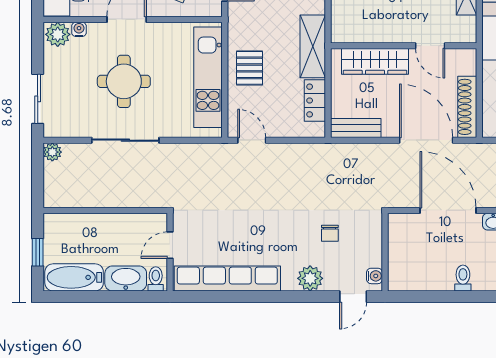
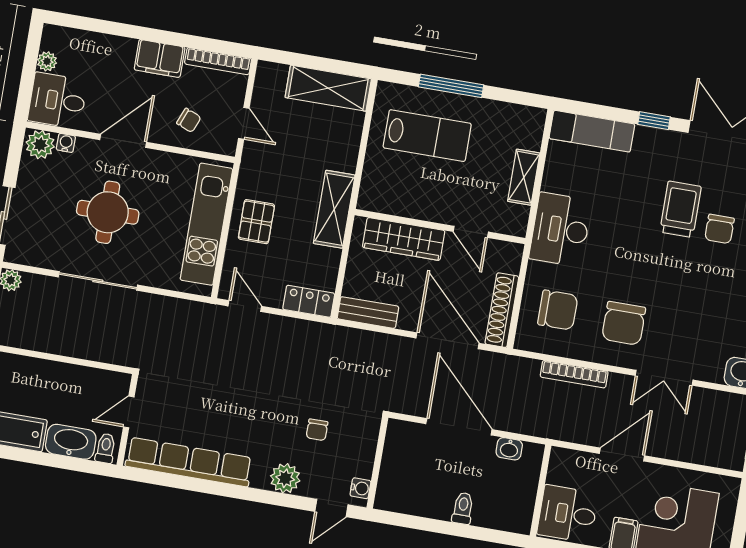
locker: (315, 101) -> (309, 301), moved, turned 90

